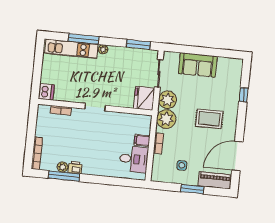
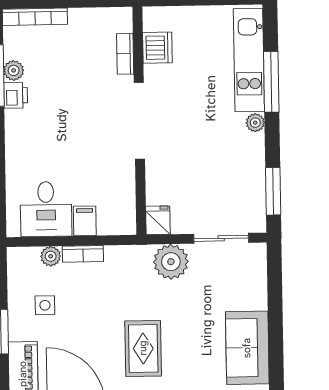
sofa: (198, 65) -> (247, 348), moved
dishwasher: (46, 92) -> (157, 48), moved, turned -90
fridge: (144, 98) -> (158, 220), width x0.53, depth x0.75
doorway: (95, 107) -> (139, 121), width x1.87
plant: (166, 119) -> (51, 256), moved, width x0.53, depth x0.53

